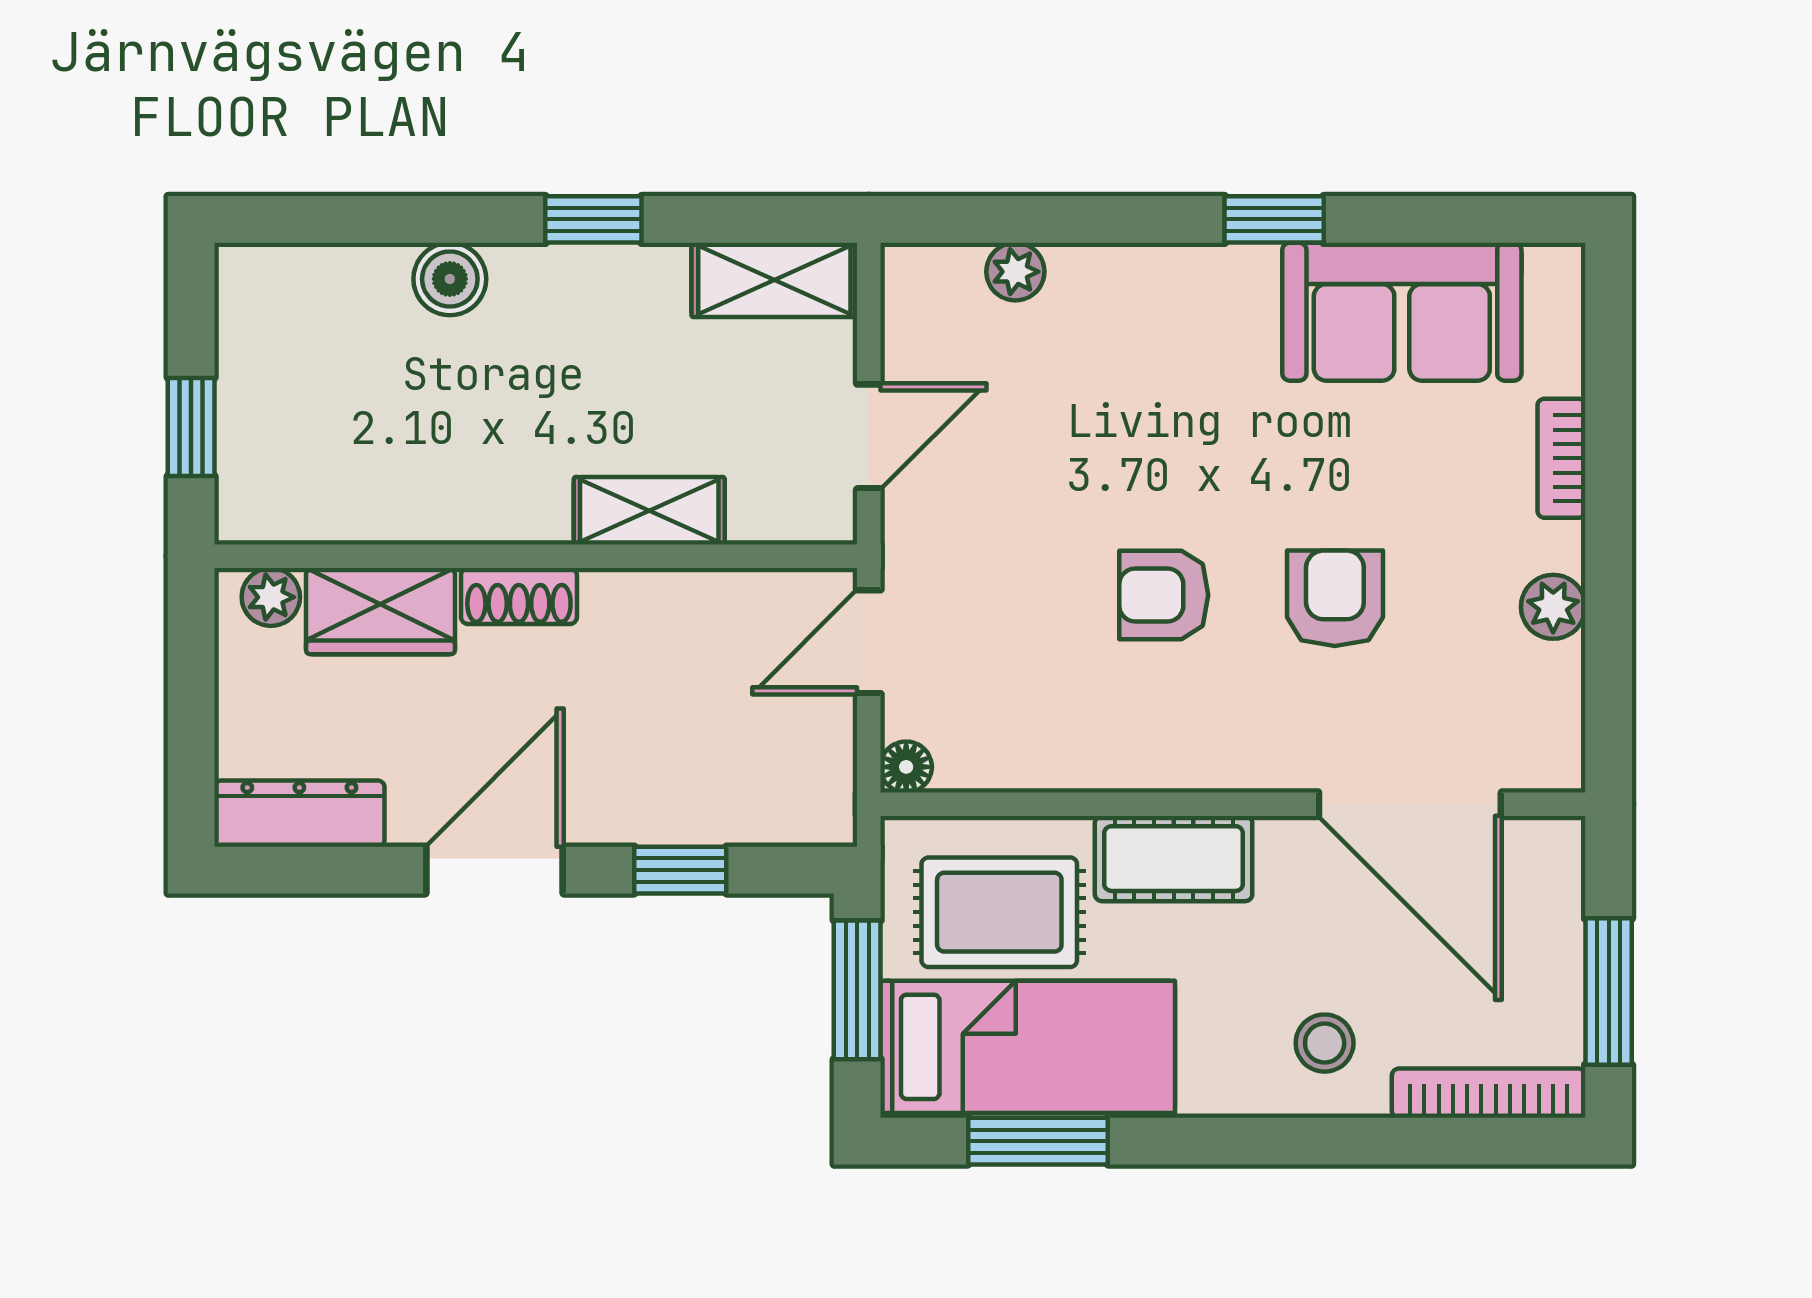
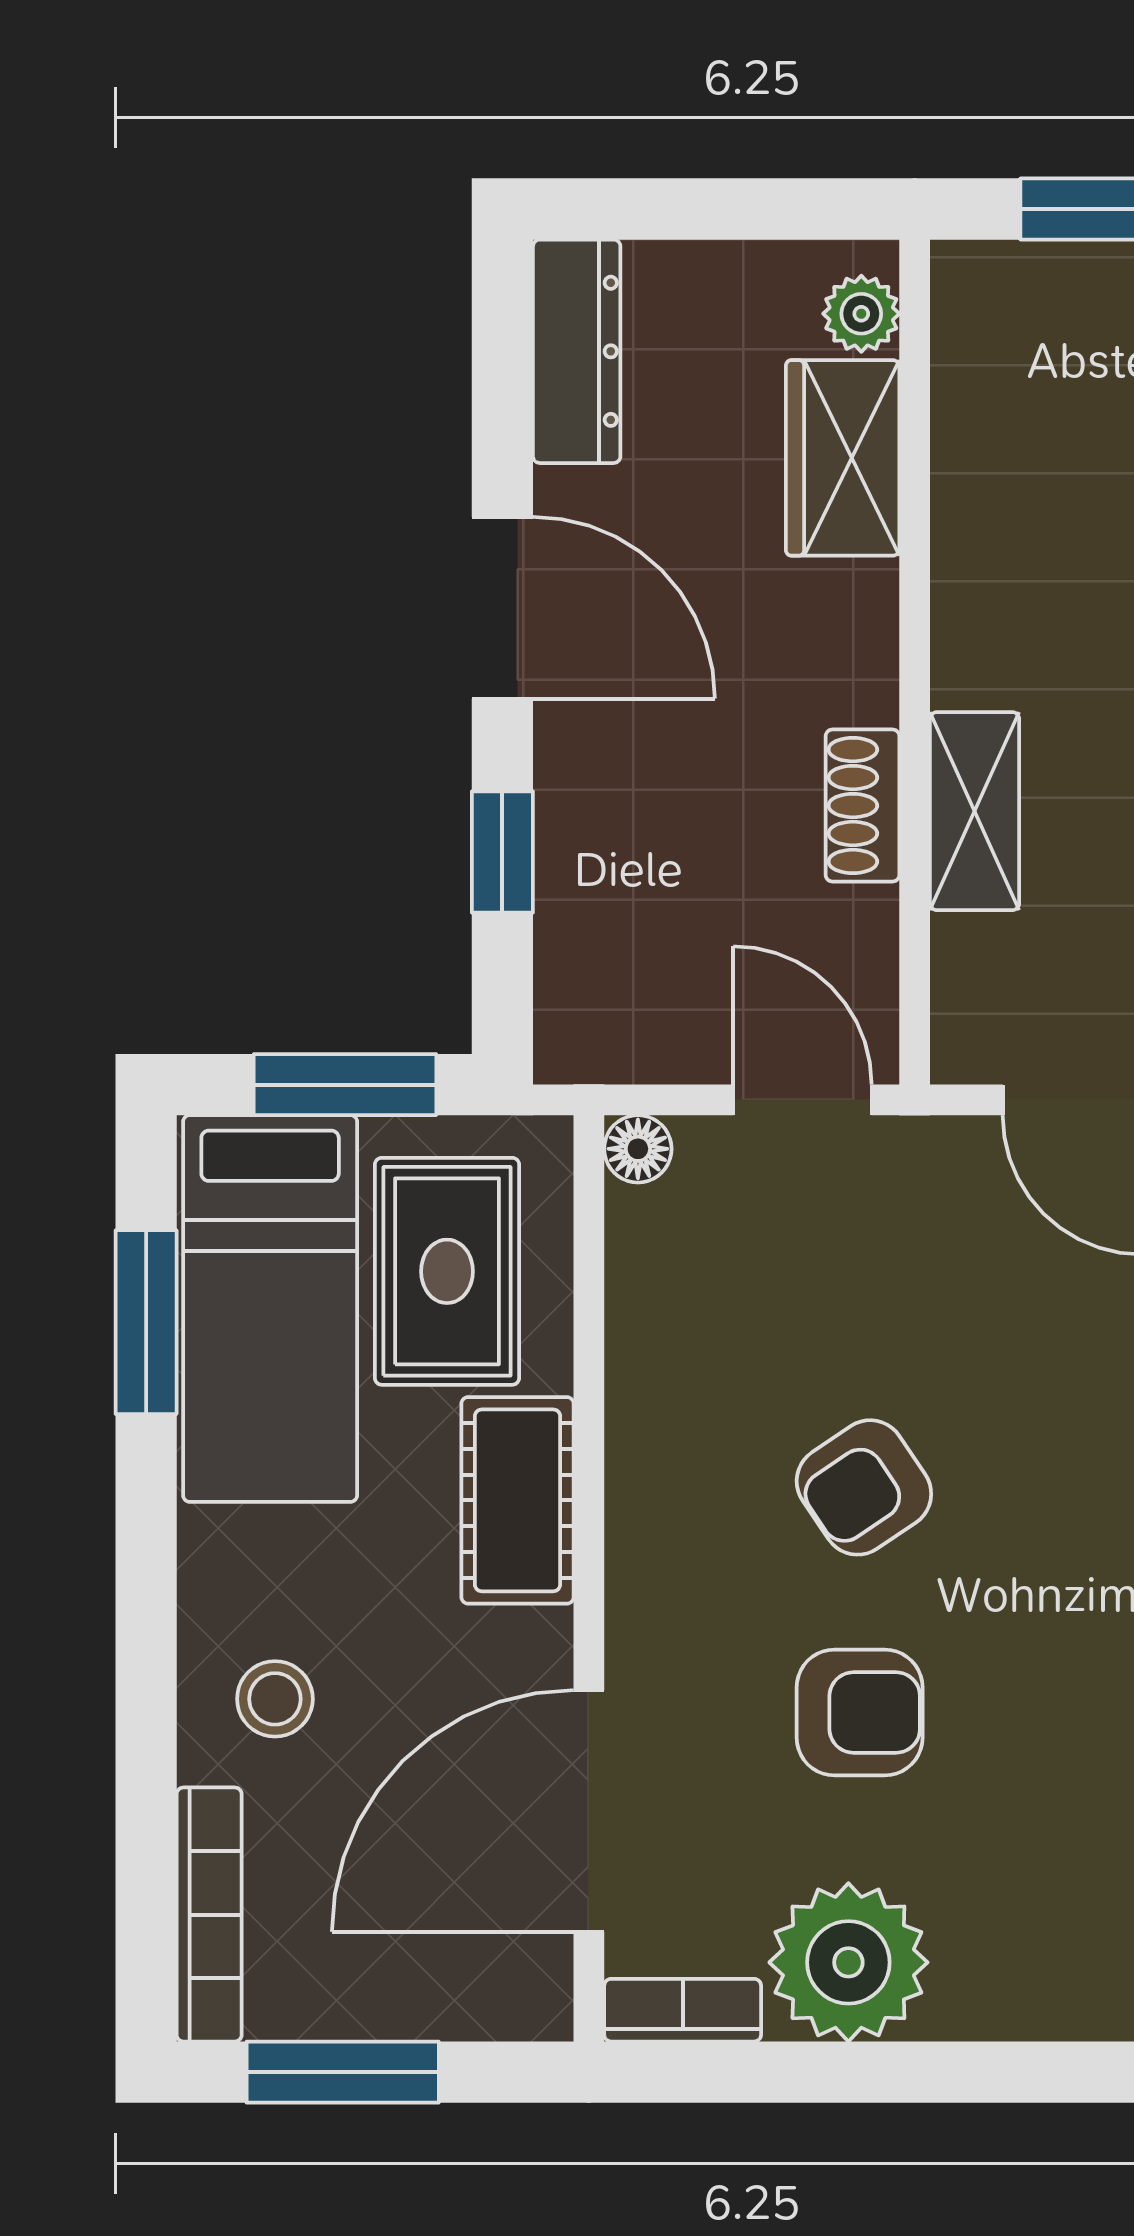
bookcase: (1561, 458) -> (683, 2010), moved
armchair: (1164, 595) -> (864, 1487), turned -124
shoe rack: (519, 596) -> (863, 806), moved
plant: (1553, 607) -> (848, 1962), width x1.87, depth x1.87

